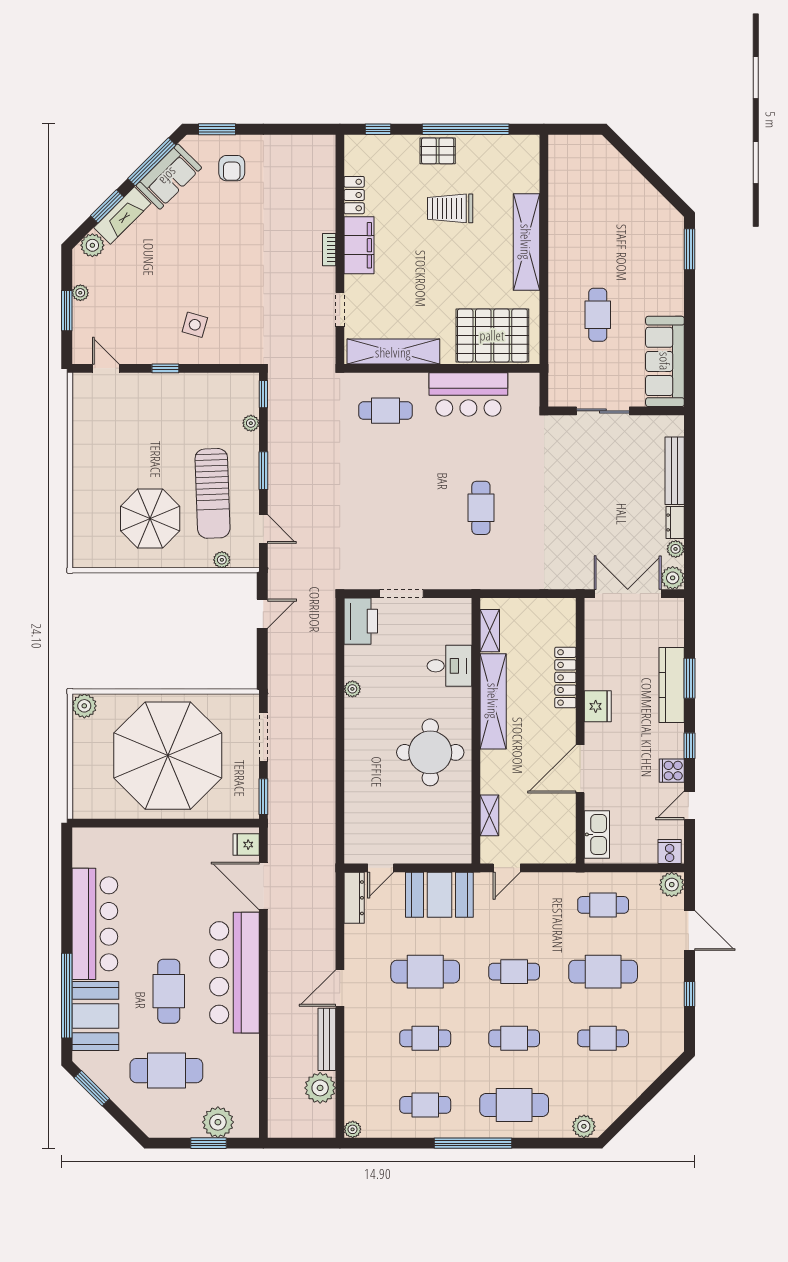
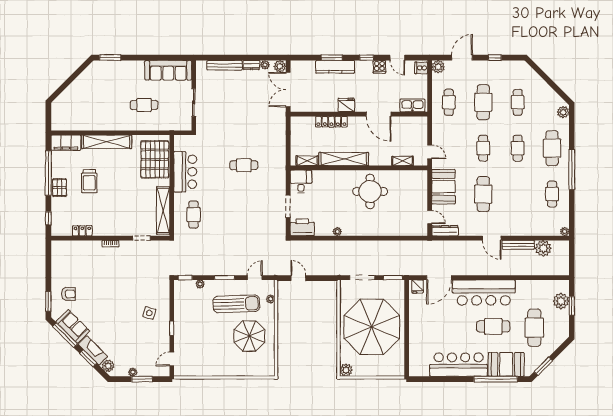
filing cabinet: (359, 245) -> (66, 143), moved, turned 180
desk: (449, 666) -> (301, 182), moved
cafe table: (425, 1038) -> (518, 194), removed

